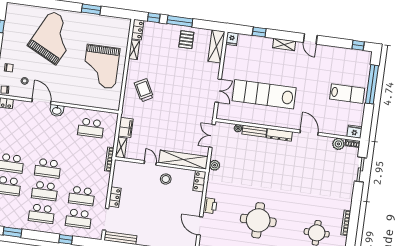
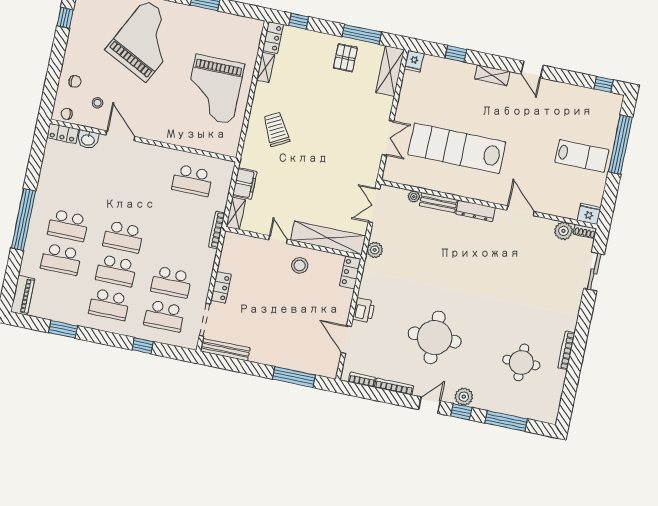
window: (180, 21) -> (362, 34), moved
washbasin: (57, 111) -> (88, 140), moved

